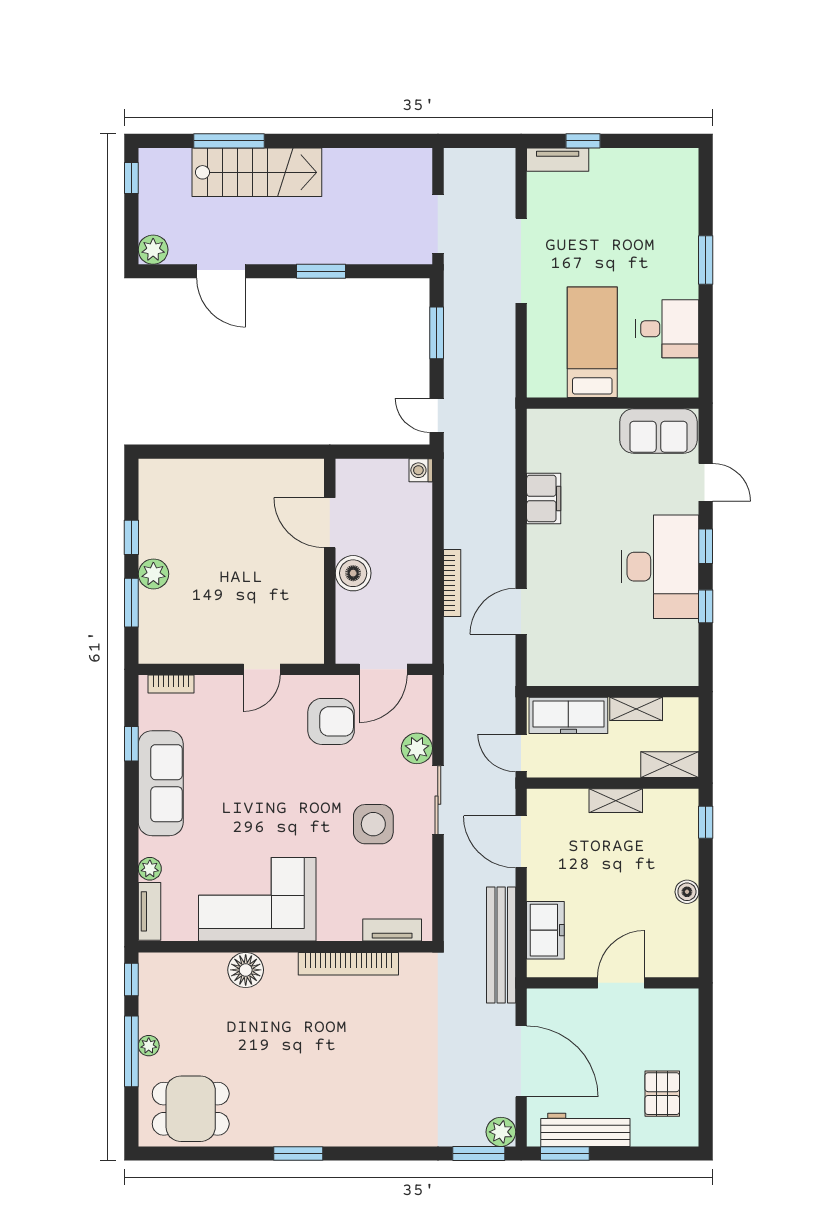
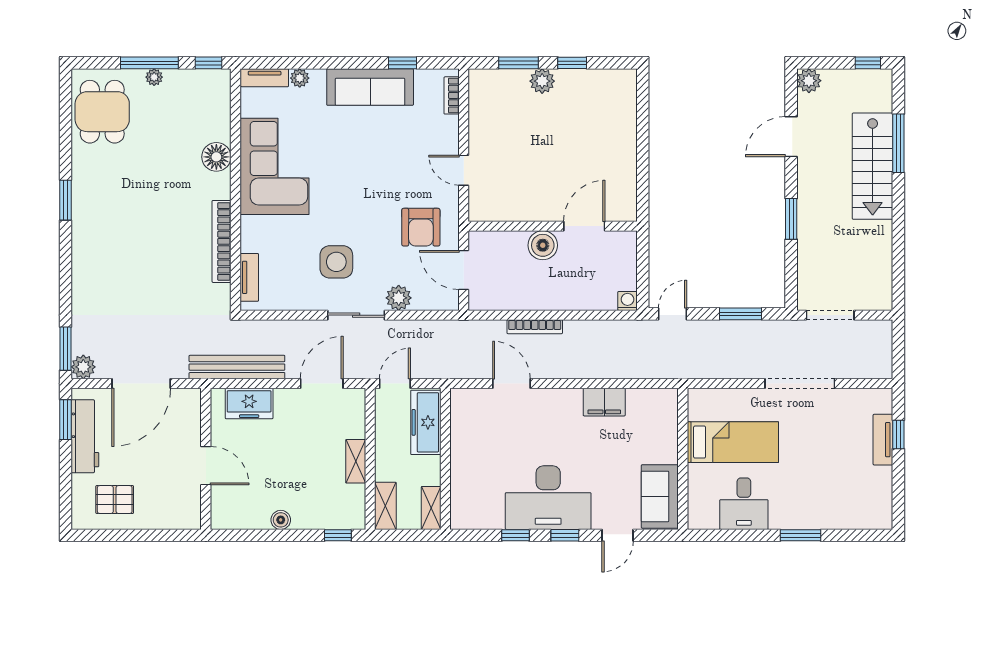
tv unit: (558, 160) -> (883, 440), moved
shelving: (636, 709) -> (431, 508), moved

